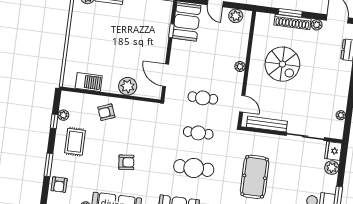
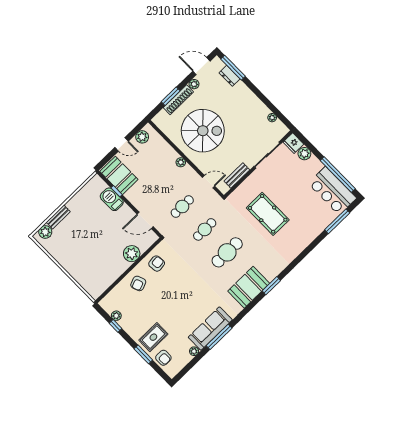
spiral stairs: (282, 64) -> (203, 131), width x1.37, depth x1.37
barbecue: (89, 82) -> (112, 199), moved, turned -90
bench: (267, 124) -> (237, 175), width x0.73
rug: (75, 142) -> (153, 337), moved, turned 90
armchair: (126, 162) -> (157, 264), moved

